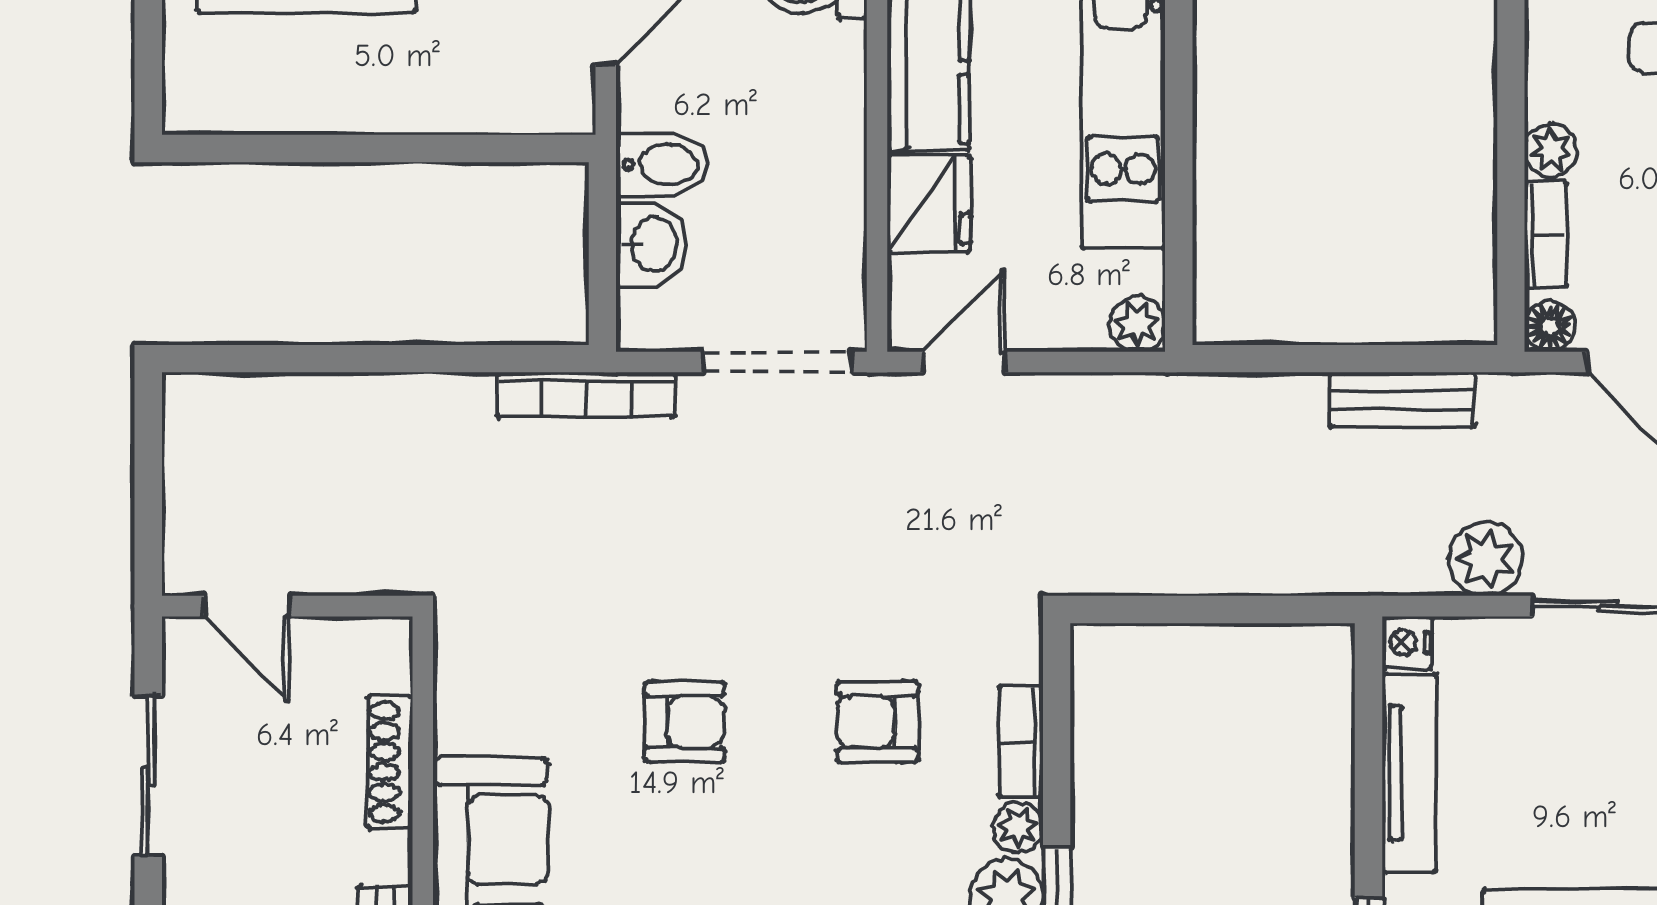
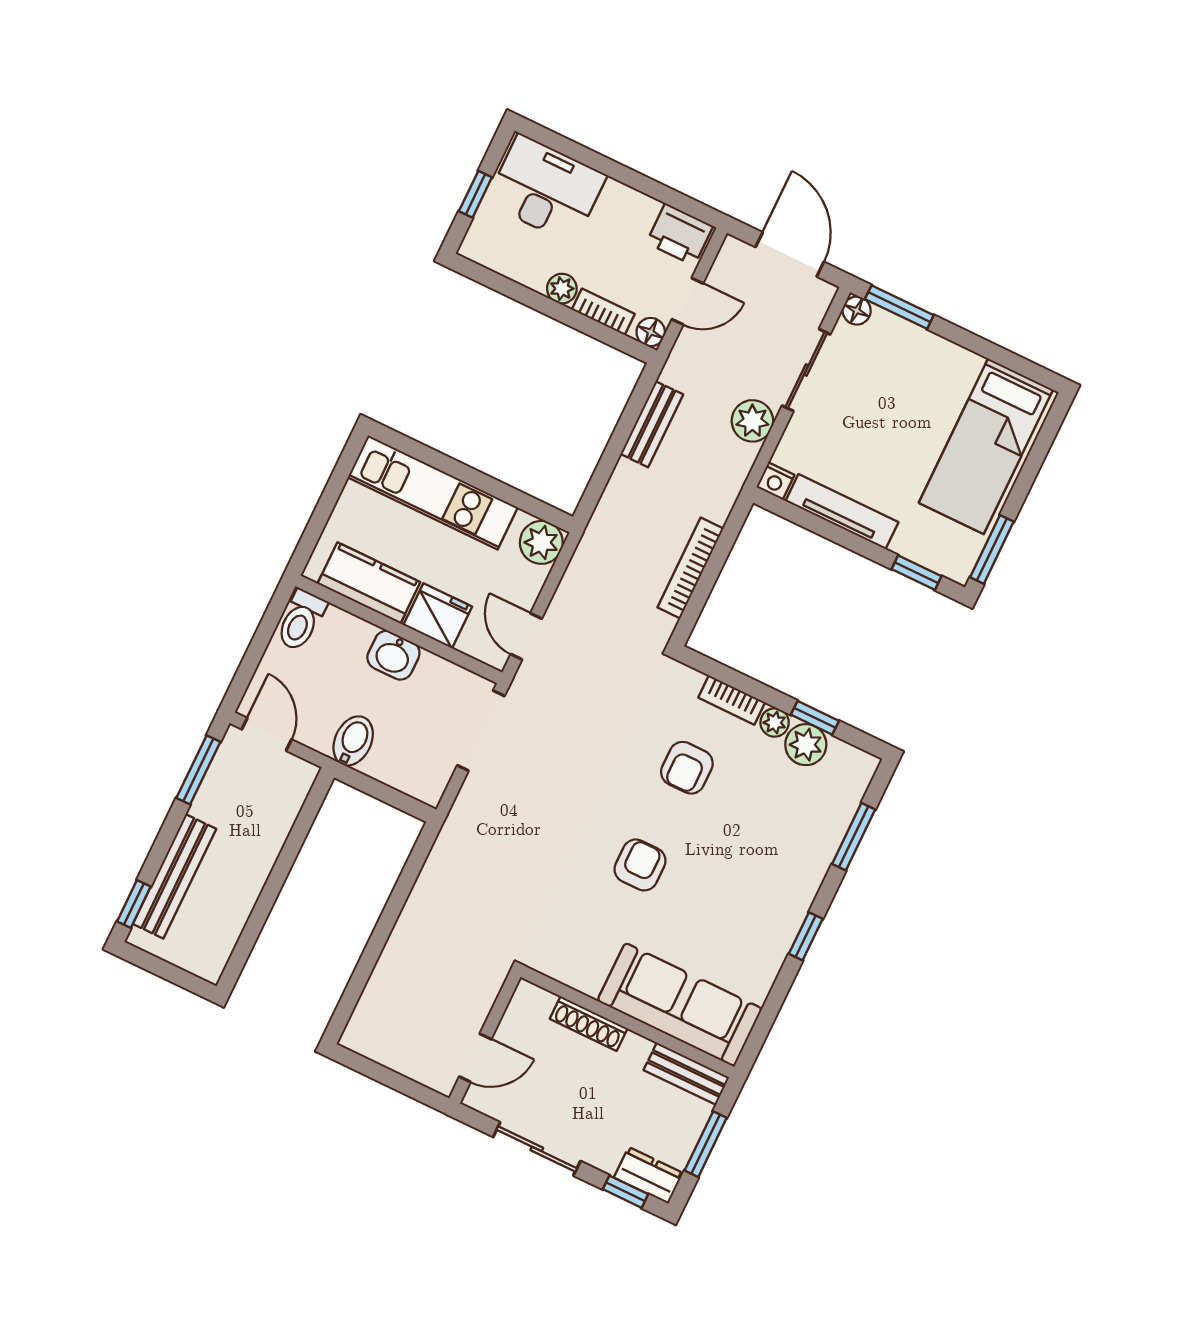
washbasin: (652, 244) -> (393, 655), moved, turned 180
plant: (1137, 324) -> (541, 542), width x1.38, depth x1.38
bookcase: (586, 395) -> (690, 568), moved, turned 180

